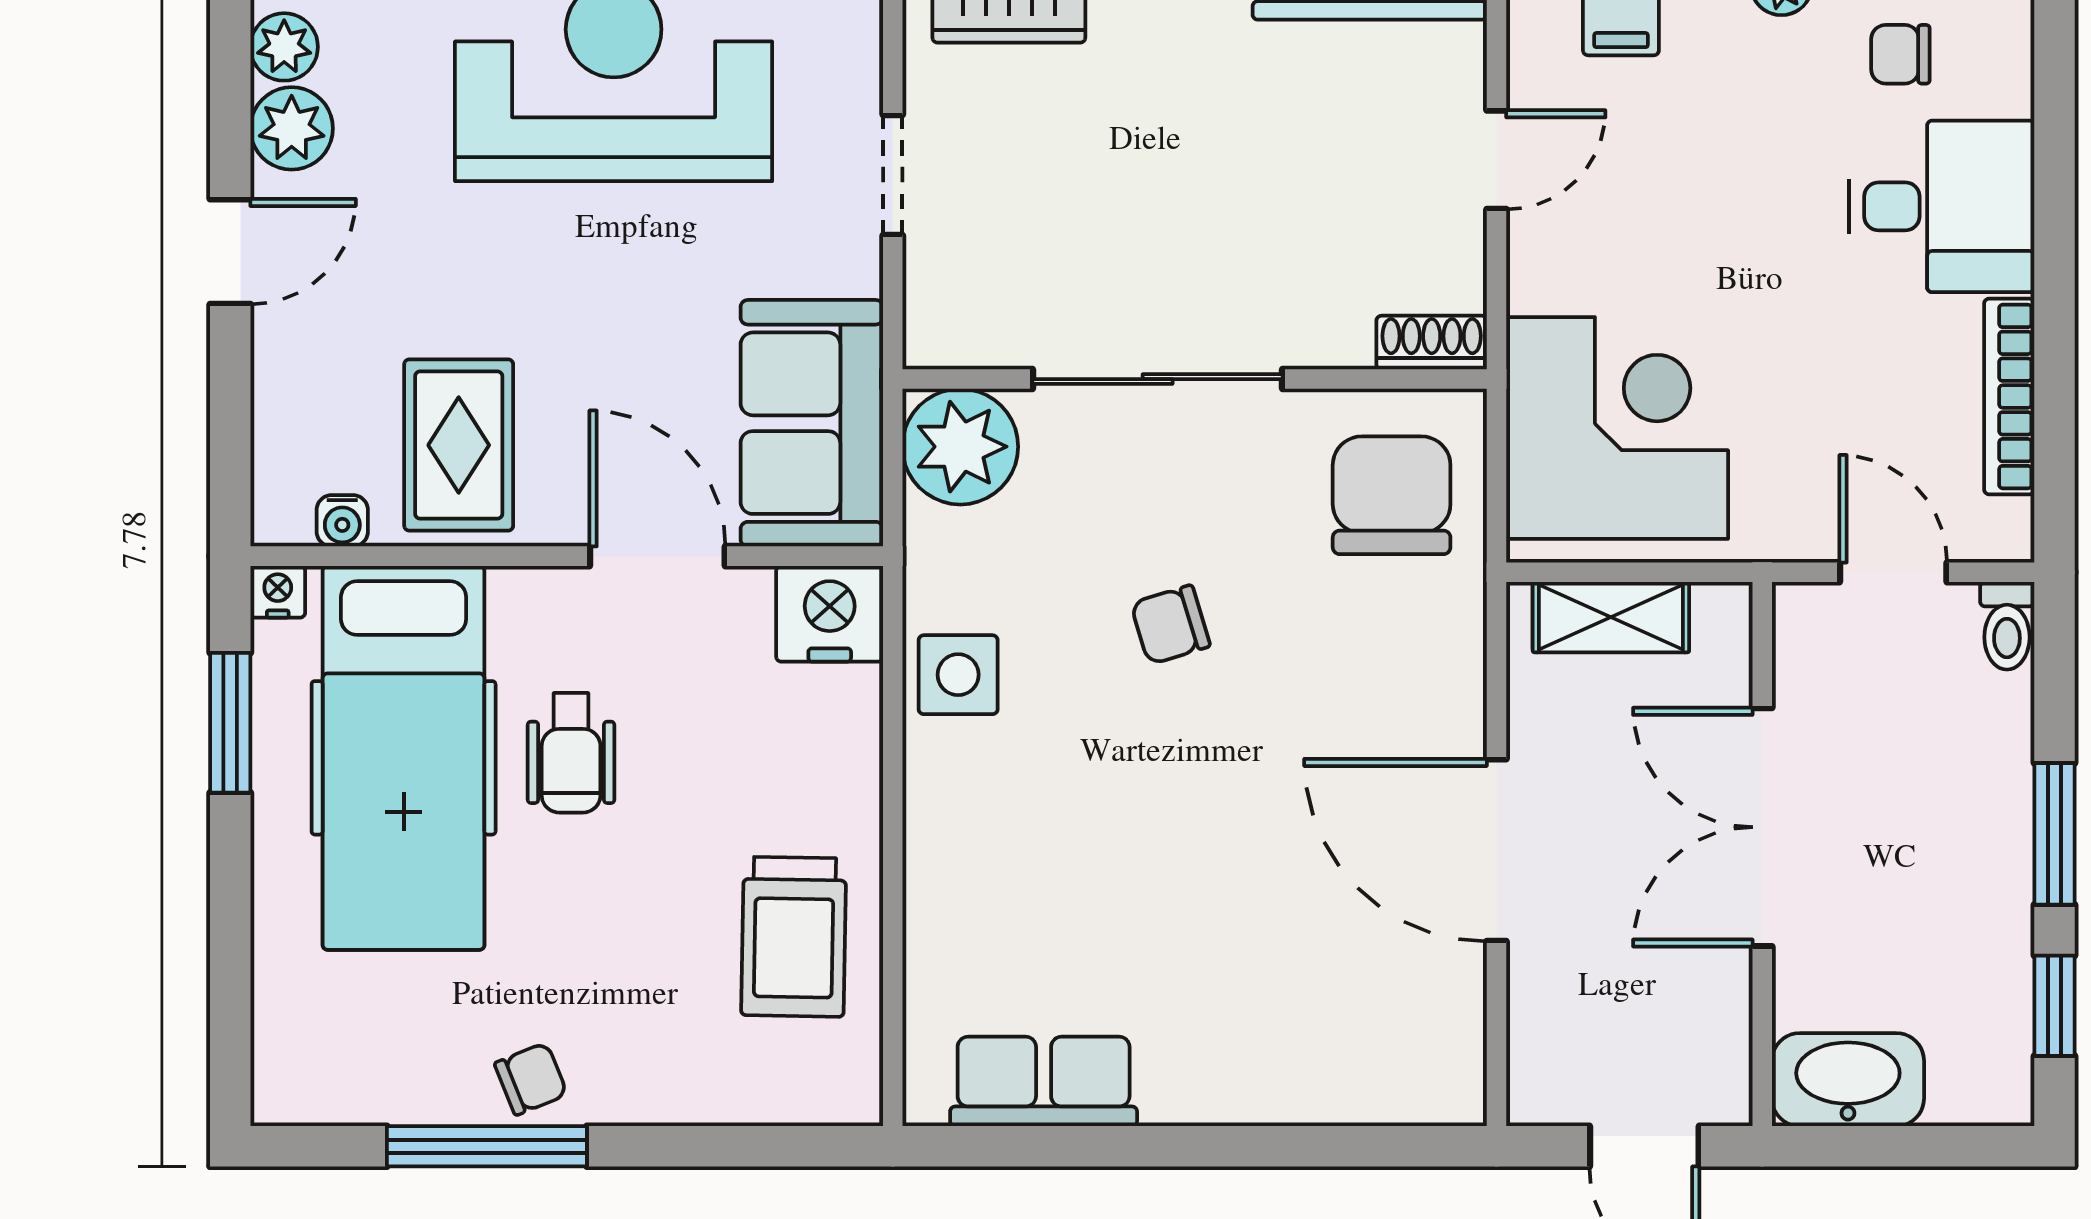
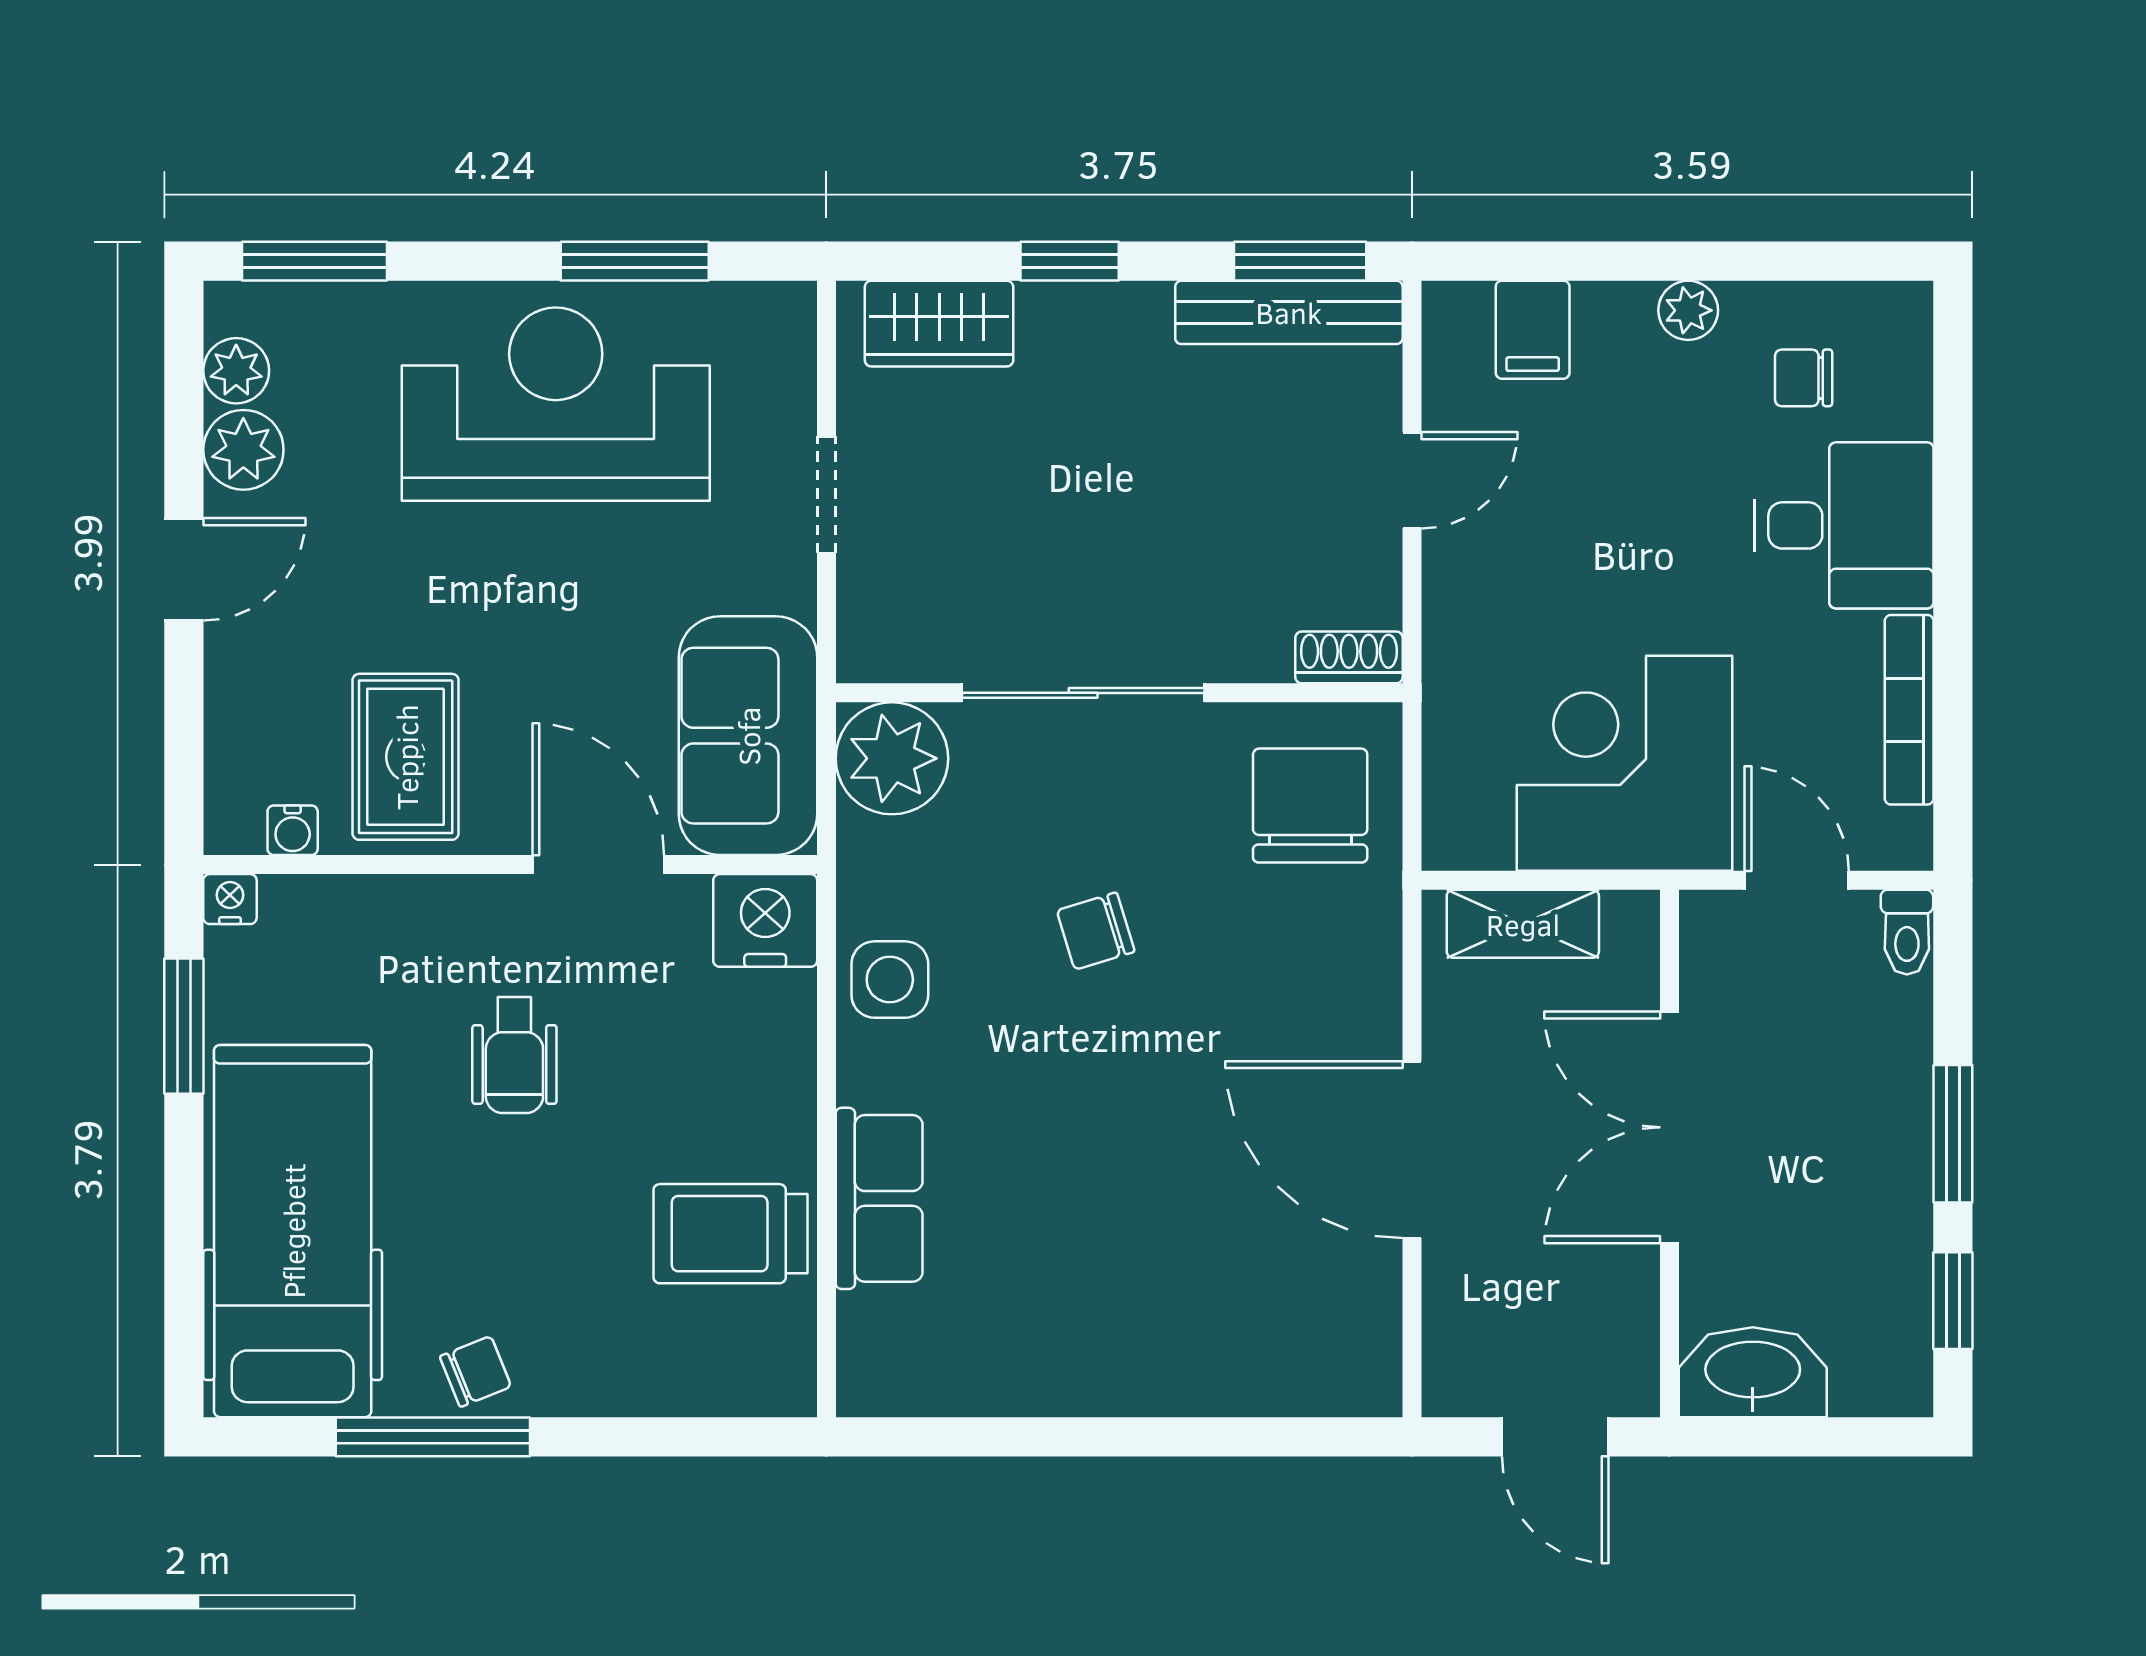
corner desk: (1617, 428) -> (1624, 763), moved, turned -90
hospital bed: (404, 758) -> (293, 1231), moved, turned 180
trolley: (794, 937) -> (730, 1234), turned 89
row of seats: (1044, 1081) -> (879, 1198), moved, turned 90

